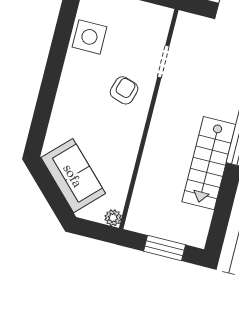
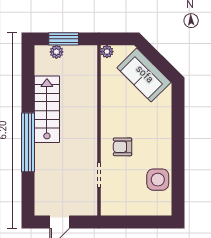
armchair: (124, 90) -> (122, 147), turned 73
plant: (178, 234) -> (56, 52), added

